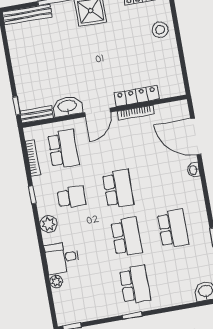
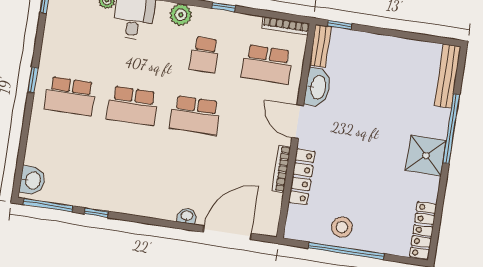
stool: (160, 30) -> (342, 227), moved
window: (180, 45) -> (346, 251), added
bookcase: (33, 158) -> (286, 26), moved
school desk: (173, 229) -> (123, 166), removed

